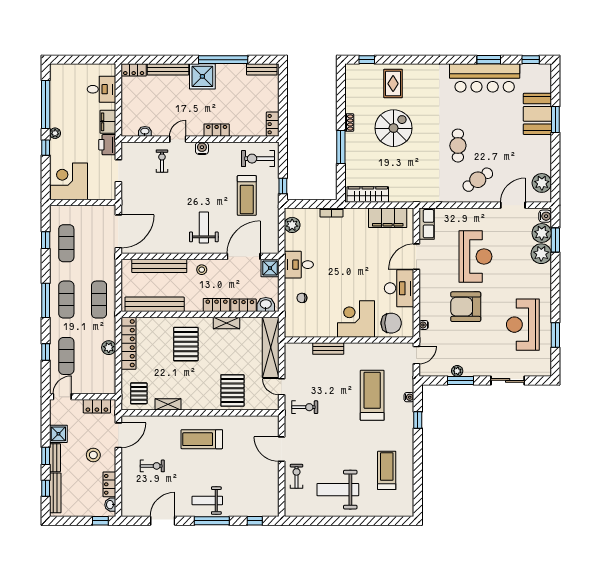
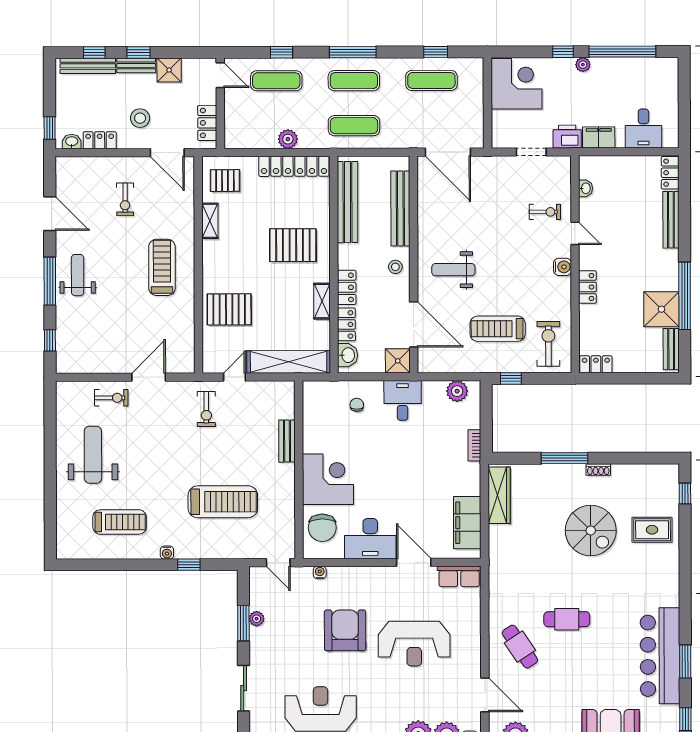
shower: (202, 76) -> (661, 309), moved
weight bench: (204, 227) -> (453, 270), turned 180
water cooler: (409, 397) -> (167, 553), moved

